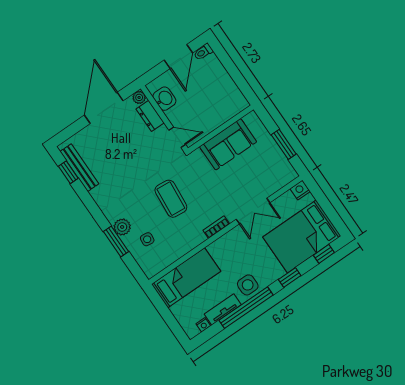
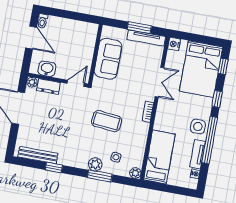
tv unit: (281, 160) -> (146, 38), added
window: (68, 172) -> (54, 167), moved
plant: (150, 271) -> (135, 173), added

